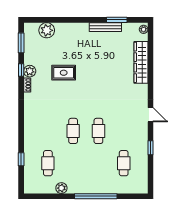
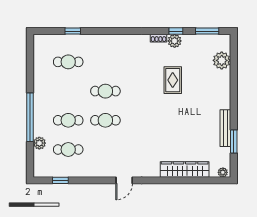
window: (150, 148) -> (60, 180), moved
cafe table: (98, 163) -> (68, 120), added
plant: (61, 188) -> (39, 143), moved

